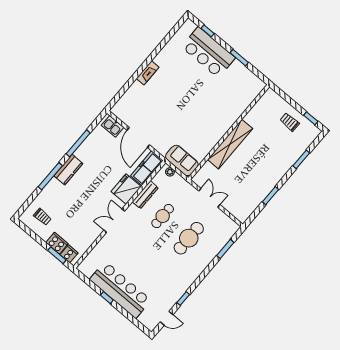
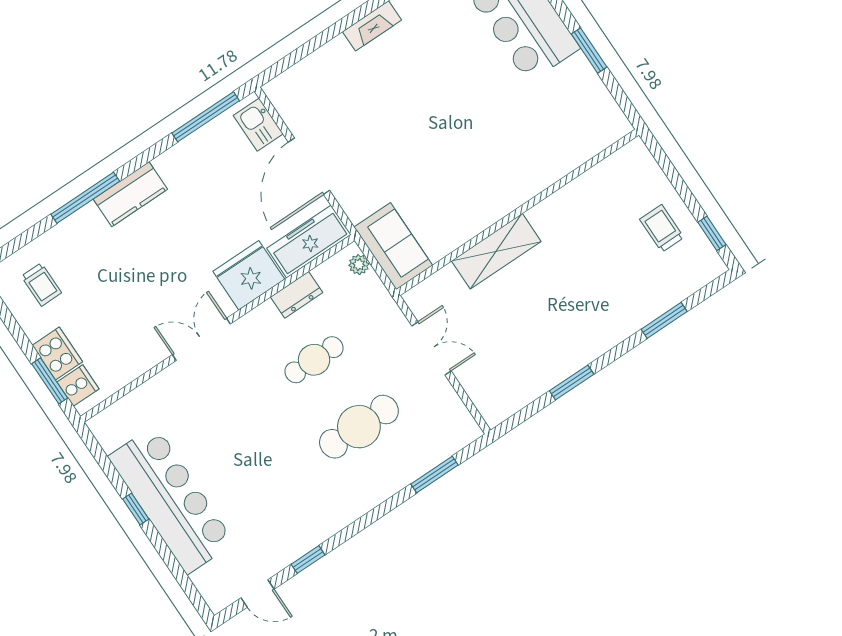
window: (78, 143) -> (206, 117), moved
shelving: (230, 144) -> (496, 251), width x0.68
dresser: (145, 195) -> (297, 295), width x0.70

